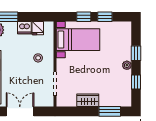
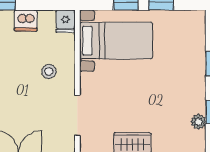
fridge: (38, 28) -> (66, 21), moved
plant: (127, 65) -> (198, 122), moved

